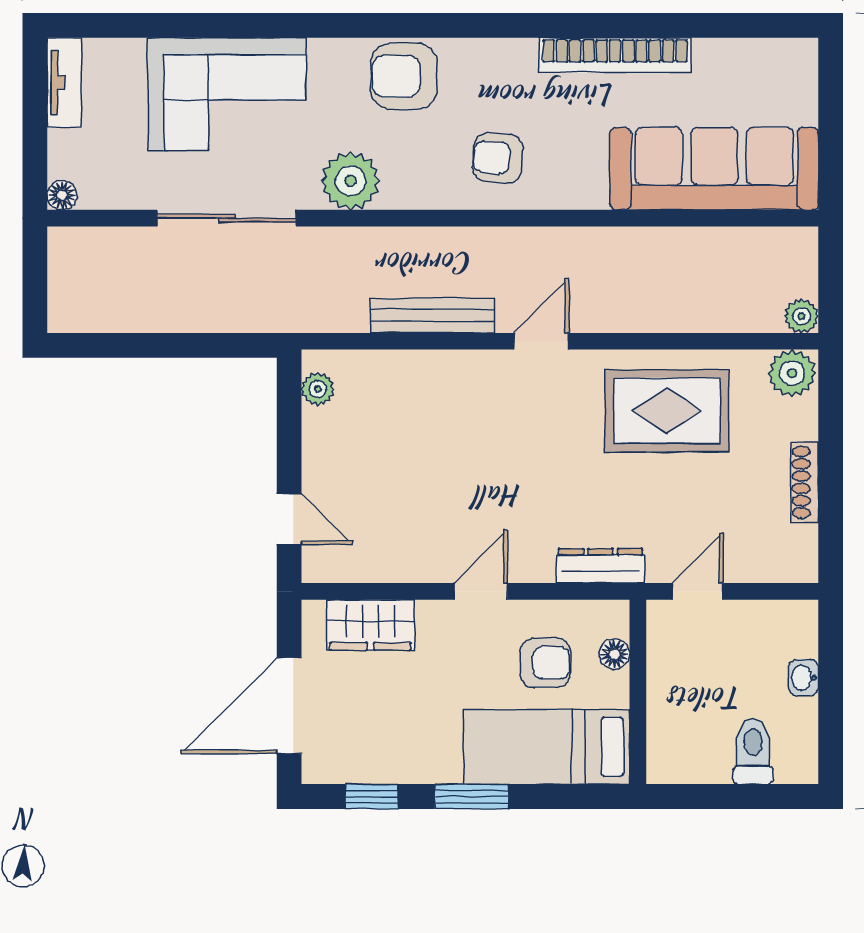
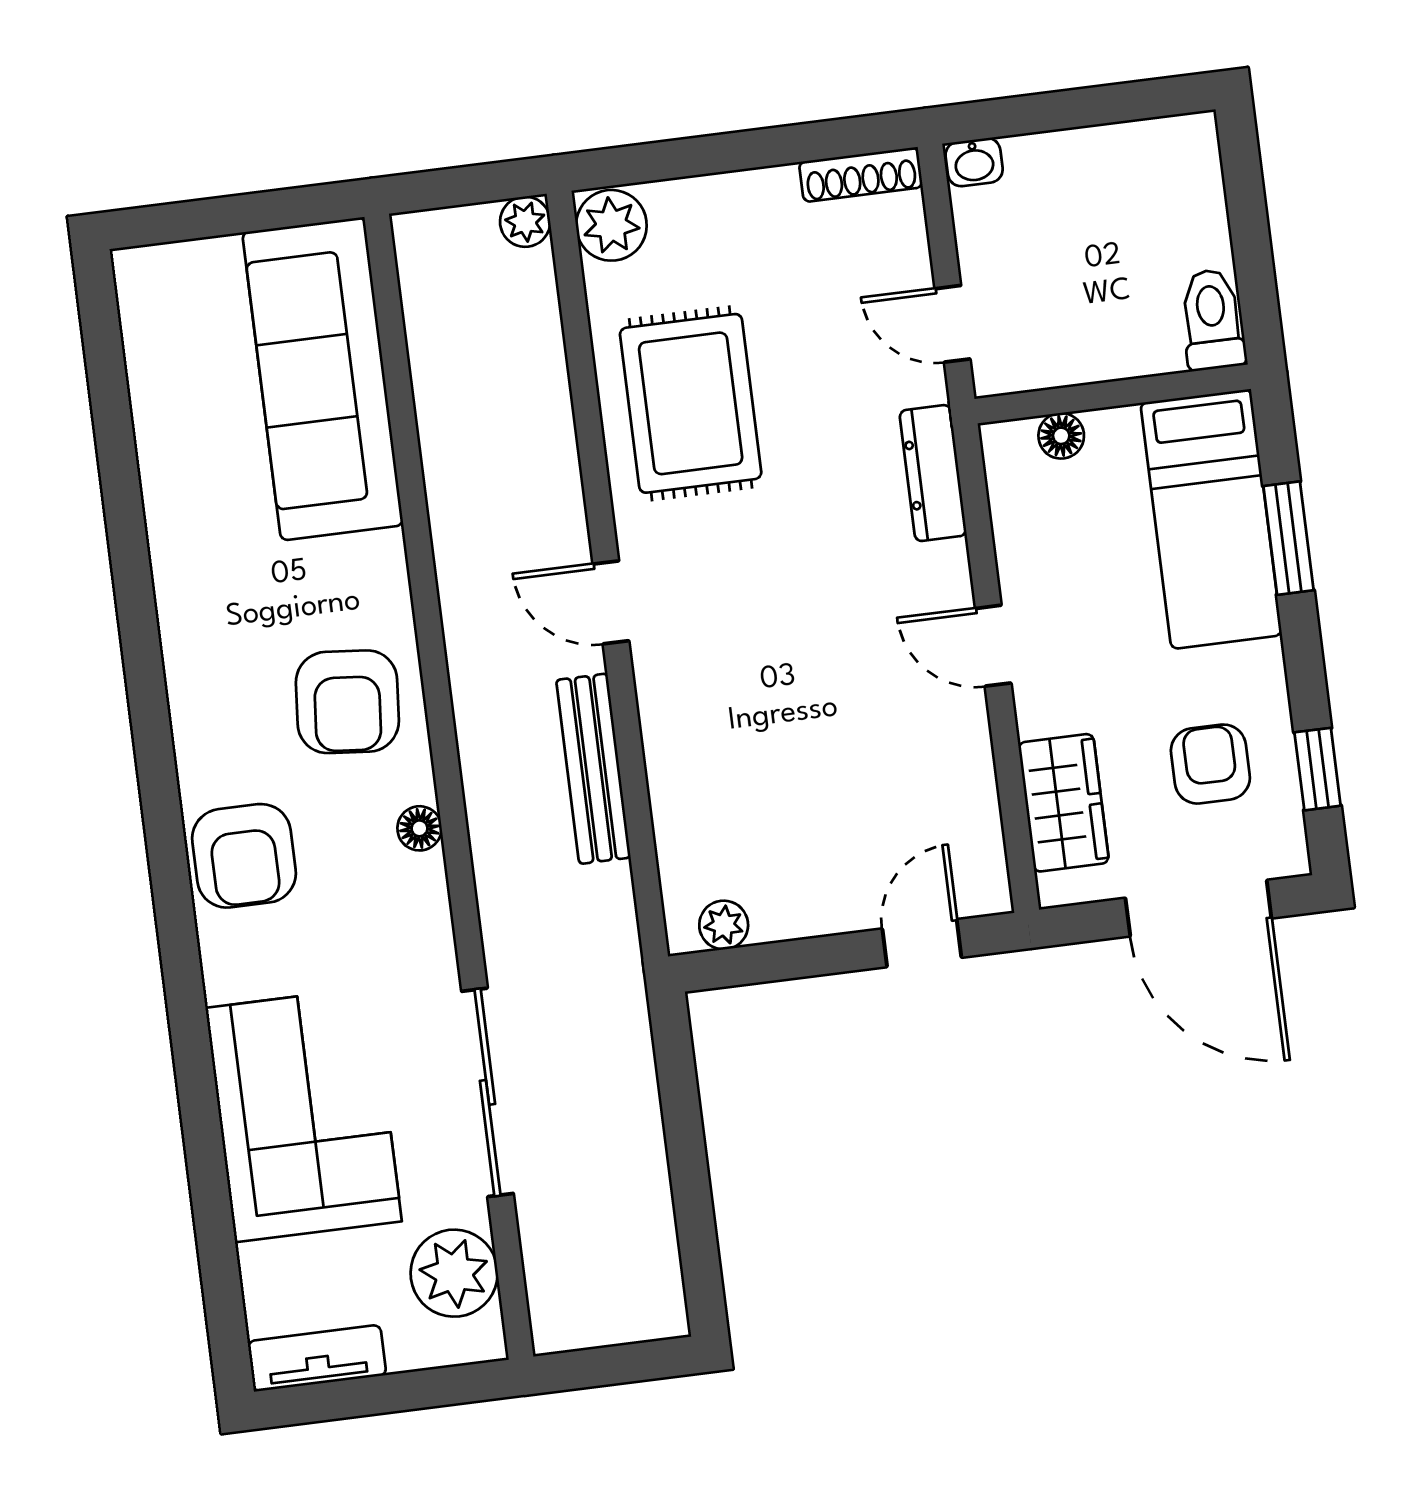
bookcase: (615, 55) -> (173, 547), removed
armchair: (498, 158) -> (347, 702), width x1.38, depth x1.38
plant: (350, 181) -> (454, 1273), moved
floor lamp: (62, 195) -> (420, 828), moved
shoe rack: (805, 482) -> (861, 175), moved
armchair: (545, 663) -> (1210, 764), moved
washbasin: (803, 678) -> (974, 162), moved
toilet: (753, 751) -> (1212, 320), moved, turned 90
window: (472, 797) -> (1288, 538), moved

